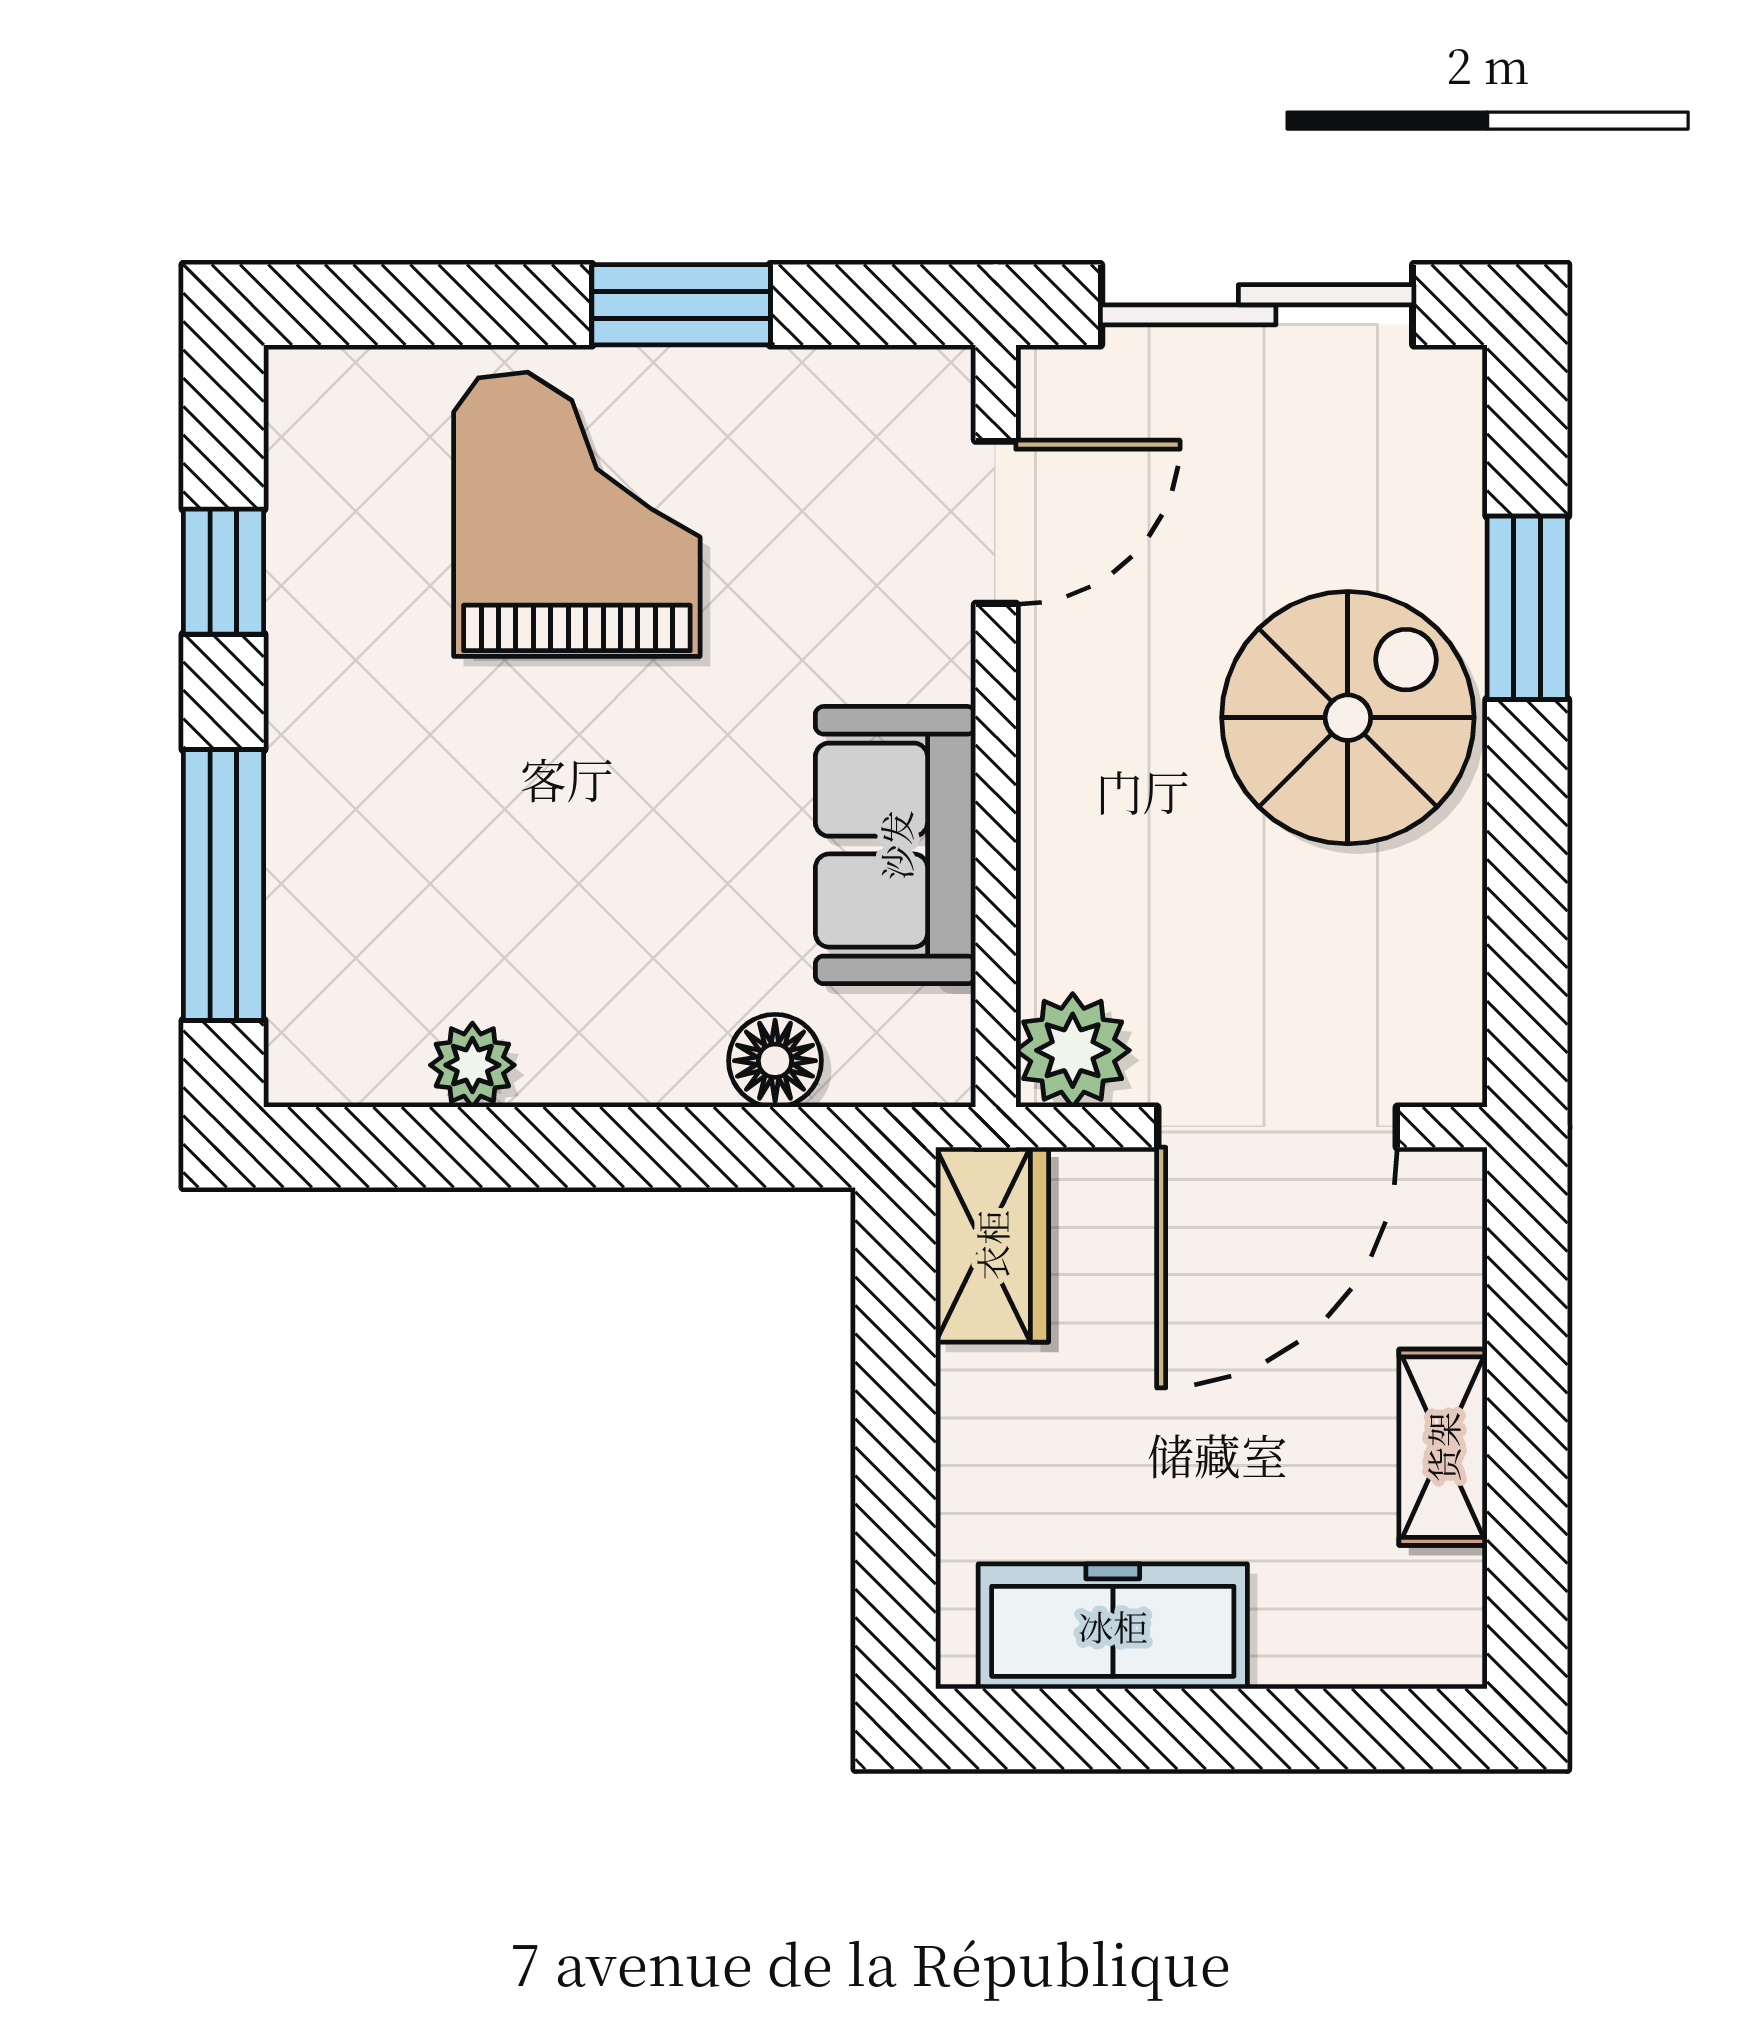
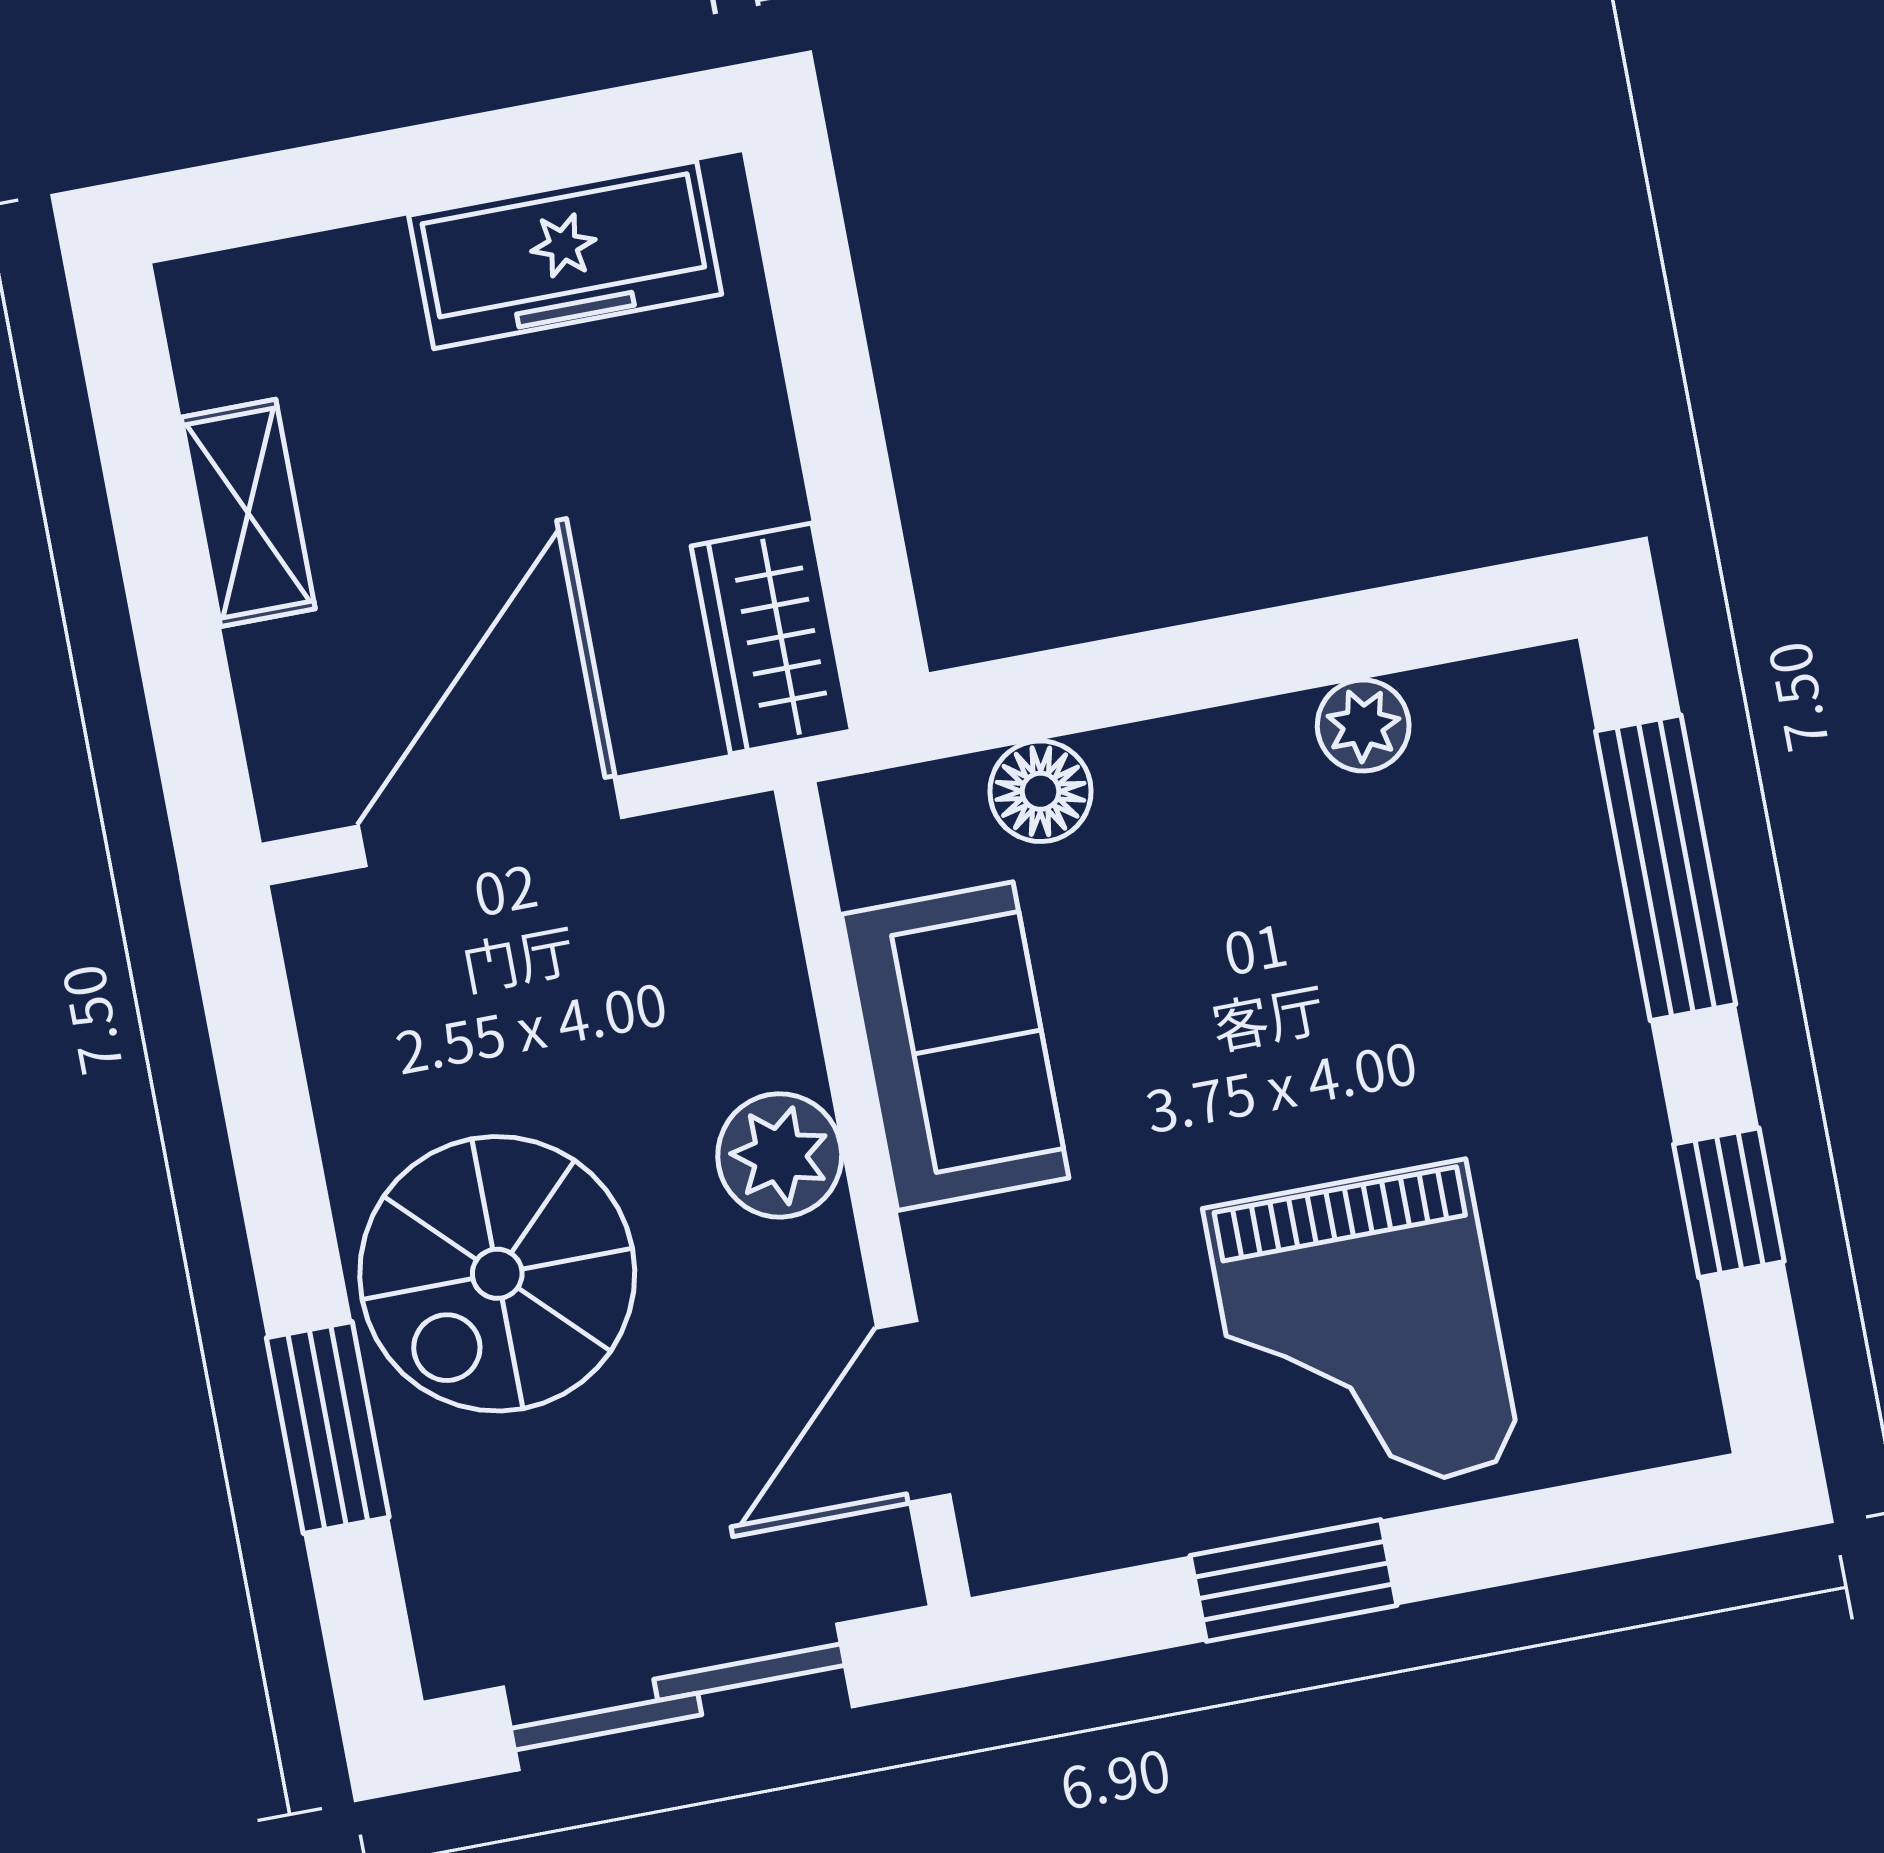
plant: (1073, 1050) -> (780, 1155), moved

